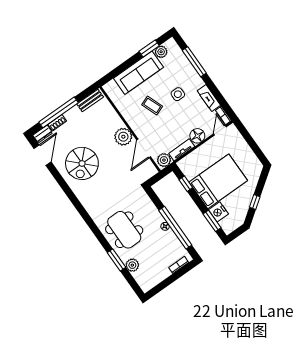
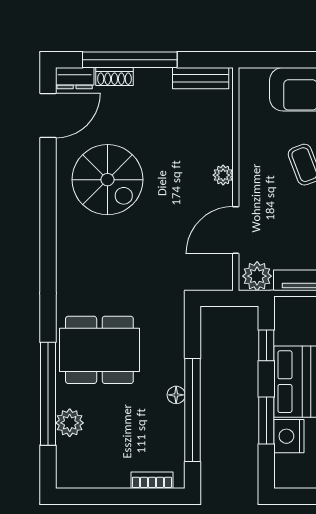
plant: (123, 137) -> (223, 175), width x0.53, depth x0.53
spiral stairs: (82, 163) -> (108, 180), turned -90
window: (212, 221) -> (266, 421), moved
dining table: (124, 230) -> (99, 350), turned 90
window: (116, 260) -> (48, 394), width x2.11

